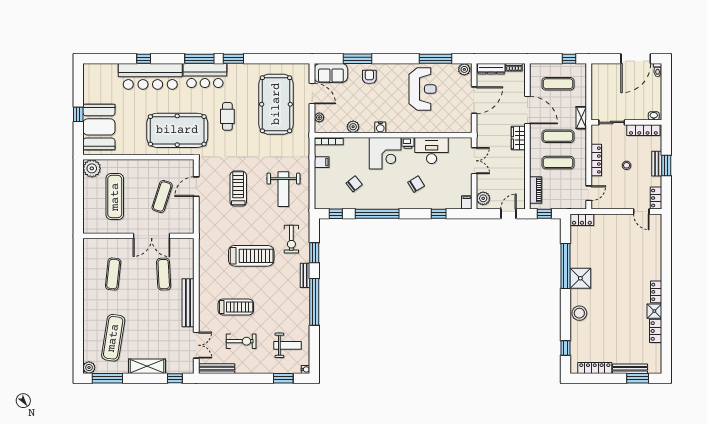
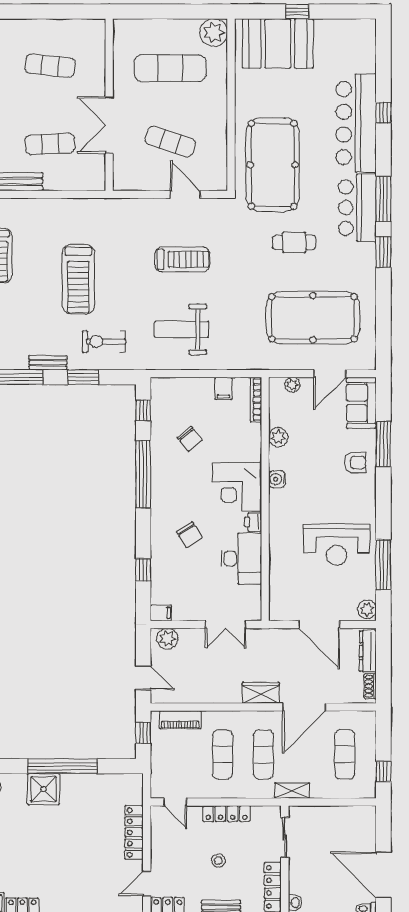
locker: (582, 220) -> (134, 832), moved, width x1.53

